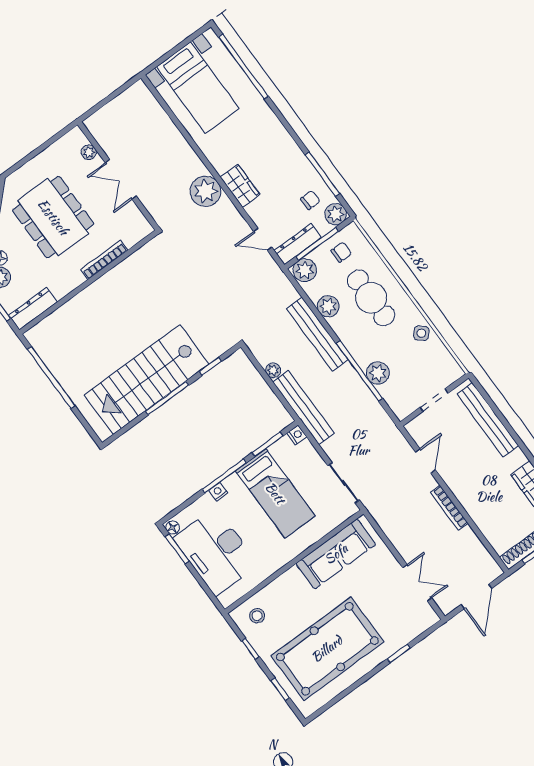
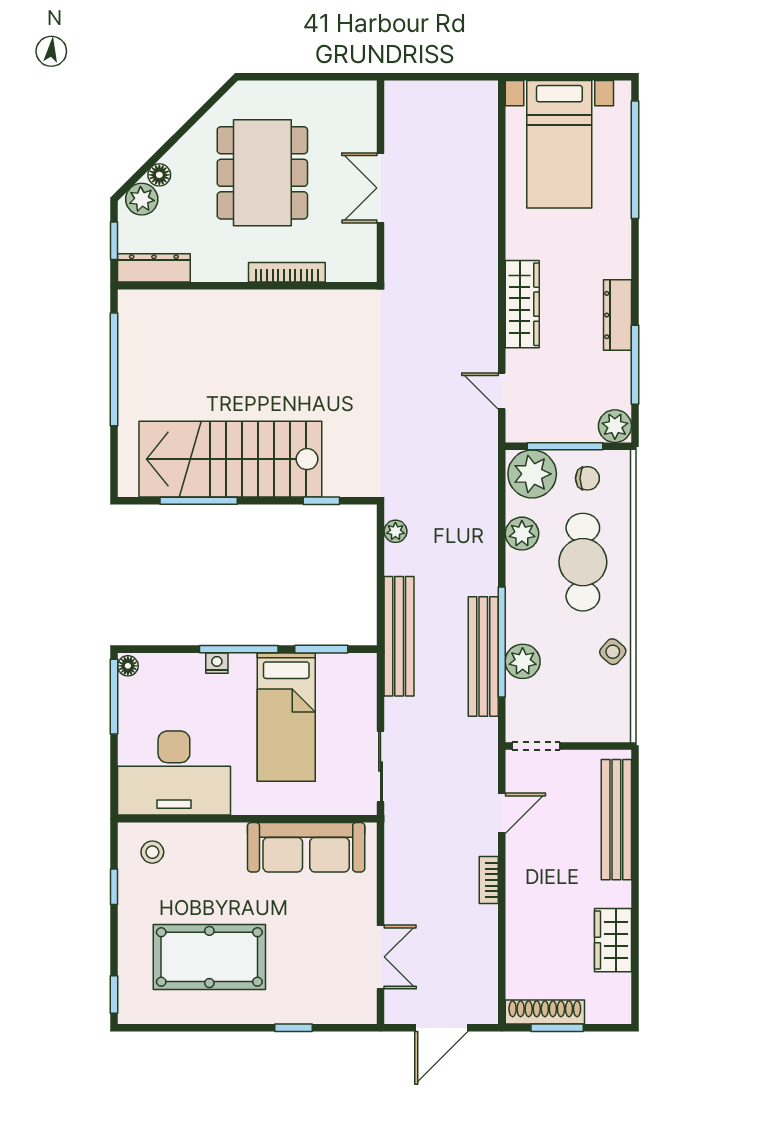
plant: (89, 152) -> (366, 125), removed
wardrobe: (240, 186) -> (522, 304), width x1.50
plant: (206, 191) -> (475, 279), removed
chair: (310, 200) -> (596, 386), removed
dresser: (298, 244) -> (618, 315), moved, turned -90
plant: (305, 270) -> (532, 474), width x1.36, depth x1.36
bench: (317, 334) -> (483, 656), moved
plant: (273, 370) -> (395, 531), moved
window: (167, 398) -> (199, 501), moved
doorway: (434, 400) -> (536, 746), moved
nightstand: (297, 435) -> (366, 664), removed
bookcase: (449, 508) -> (489, 880), width x0.64
window: (177, 549) -> (114, 697), width x1.44
desk: (216, 551) -> (174, 773), moved, turned -90
pool table: (327, 649) -> (209, 957), width x0.73, depth x0.76
window: (280, 689) -> (114, 995), moved

